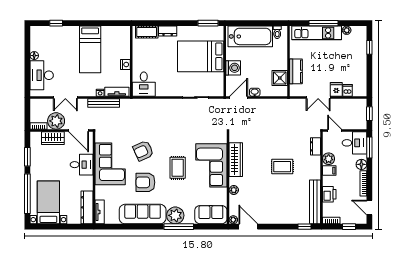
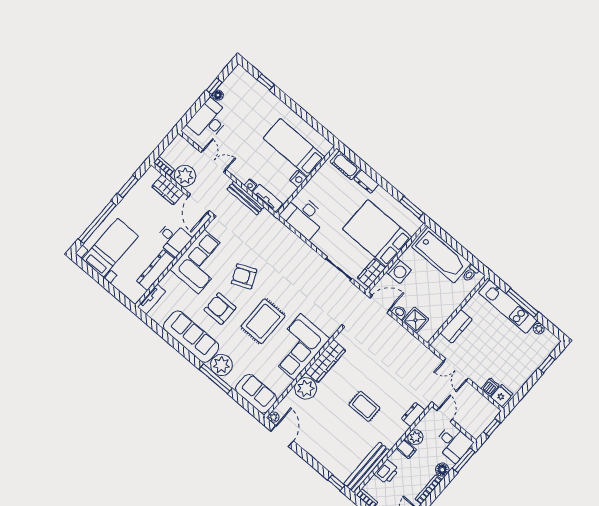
bed: (90, 49) -> (294, 148), moved, turned 90
window: (27, 52) -> (214, 86), added
shower: (280, 78) -> (415, 320), moved
wardrobe: (218, 83) -> (371, 273), added
desk: (144, 84) -> (304, 216), width x1.37
fridge: (336, 89) -> (502, 396), moved
double door: (65, 97) -> (213, 161), swing flipped
rug: (178, 168) -> (263, 321), width x1.36, depth x1.43
plant: (234, 190) -> (306, 388), width x1.88, depth x1.88
dresser: (87, 207) -> (156, 270), moved

